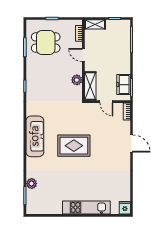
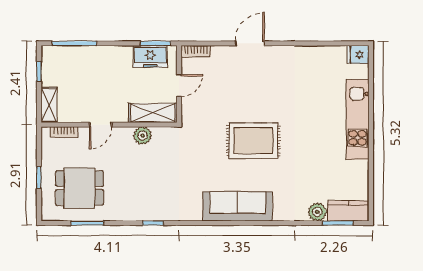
dining table: (46, 43) -> (80, 188), turned 90
rug: (74, 146) -> (253, 141), turned 90
kitchen counter: (32, 202) -> (348, 211), added

